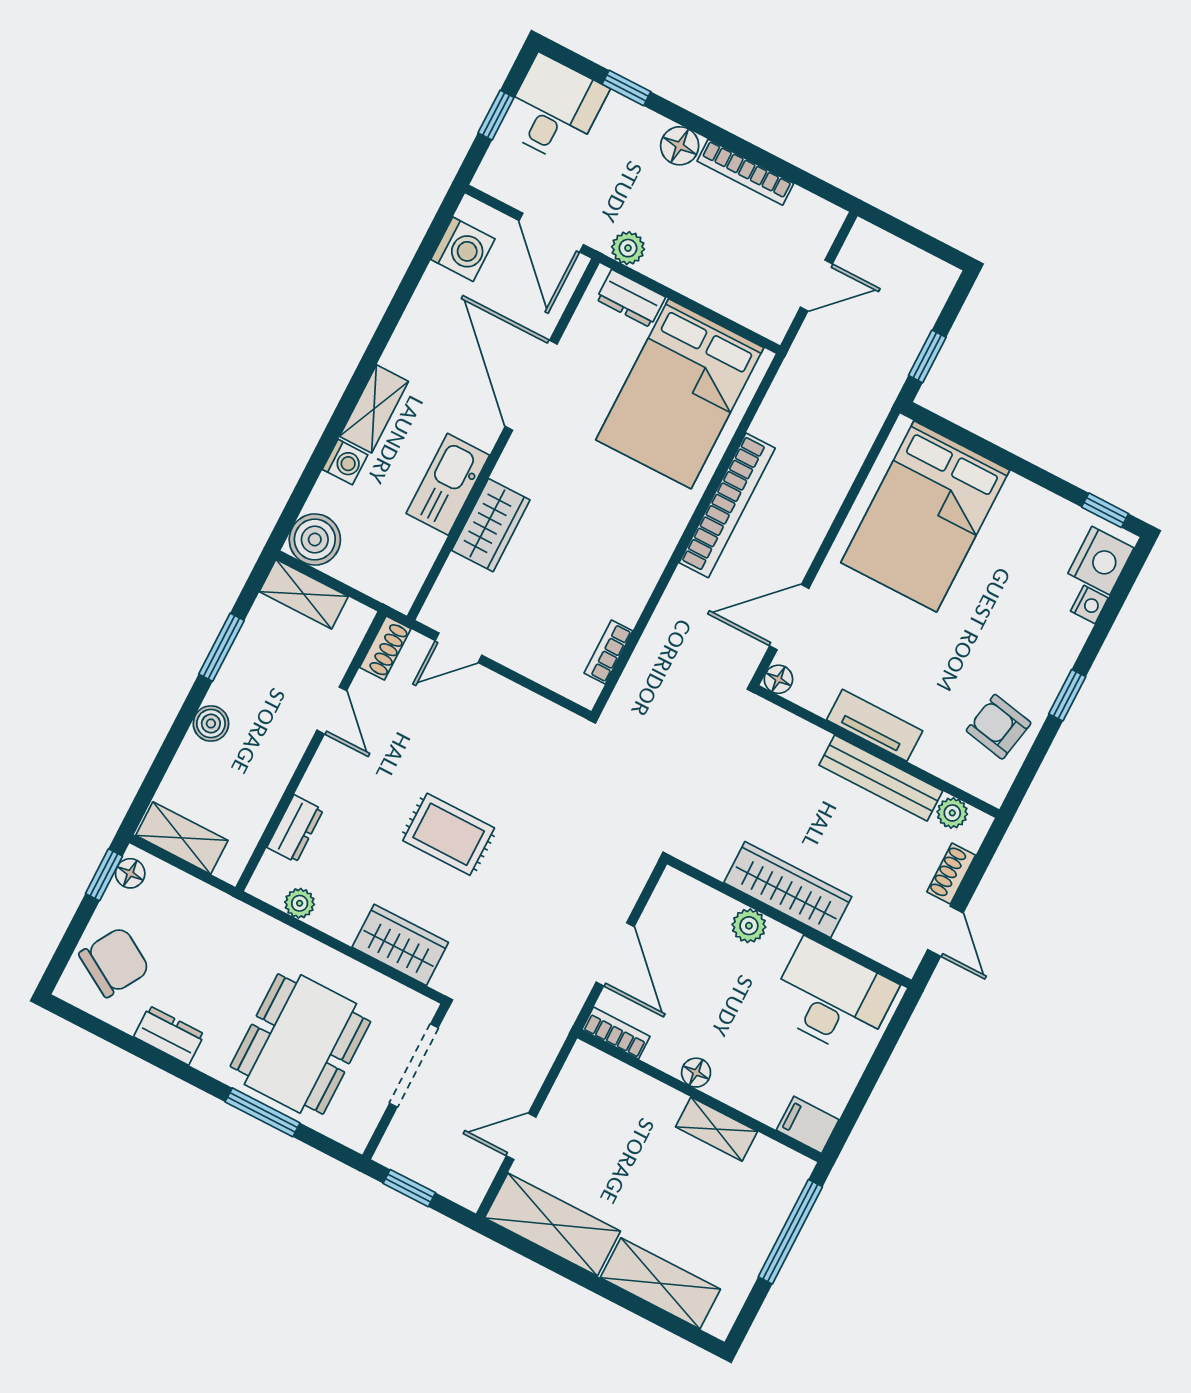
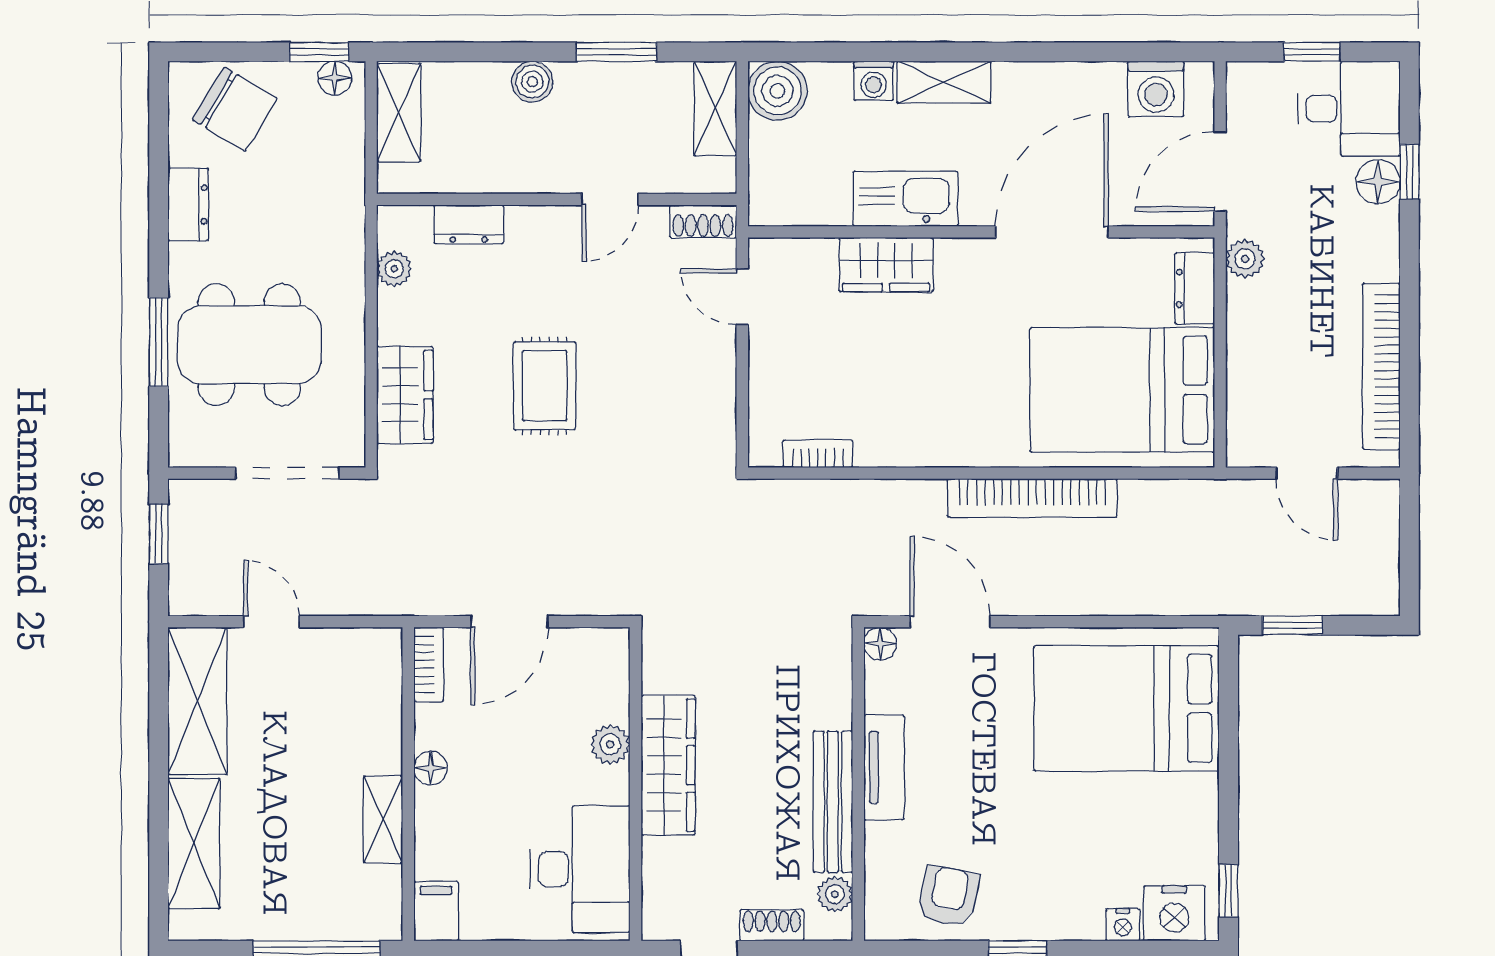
floor lamp: (680, 146) -> (1378, 182), moved
bookcase: (745, 172) -> (1381, 366), width x1.48, depth x1.31

